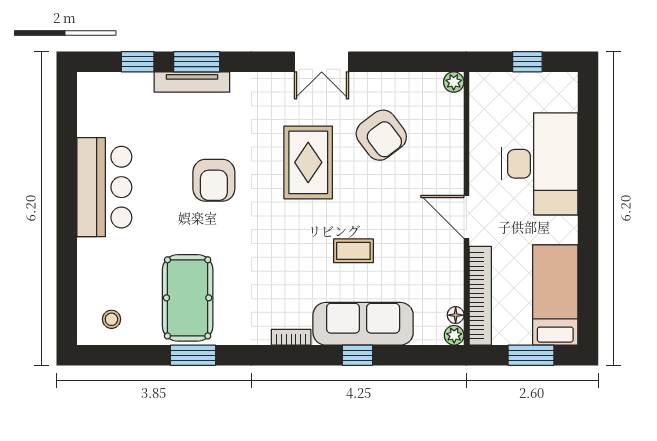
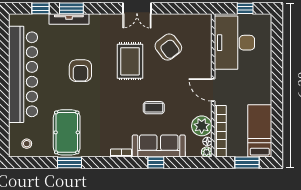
plant: (454, 82) -> (202, 126), moved, width x1.87, depth x1.87
desk: (540, 164) -> (234, 43), moved, turned 180
bar counter: (104, 187) -> (23, 74), width x1.86

